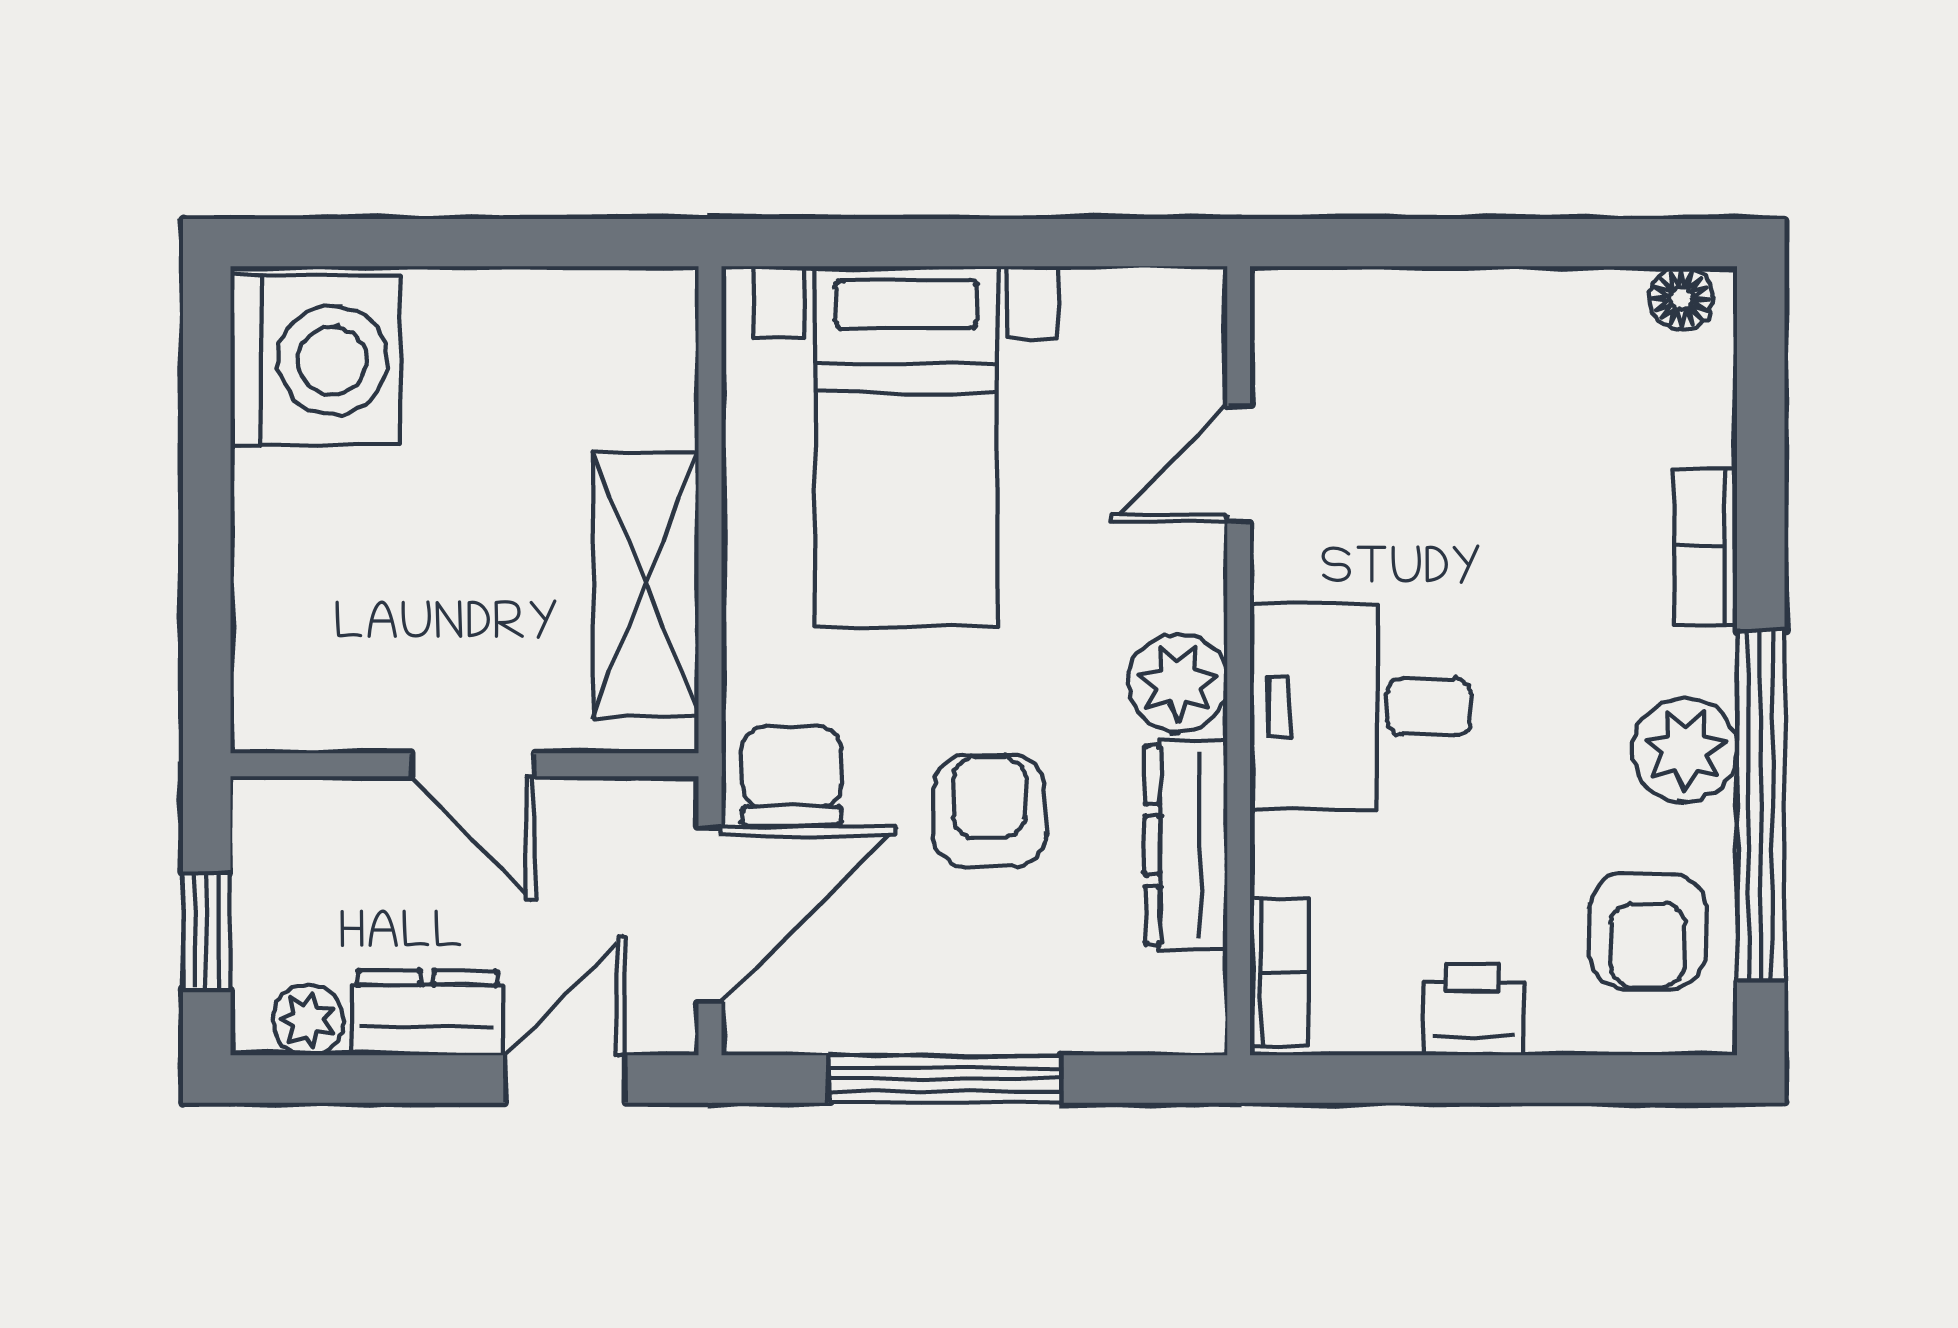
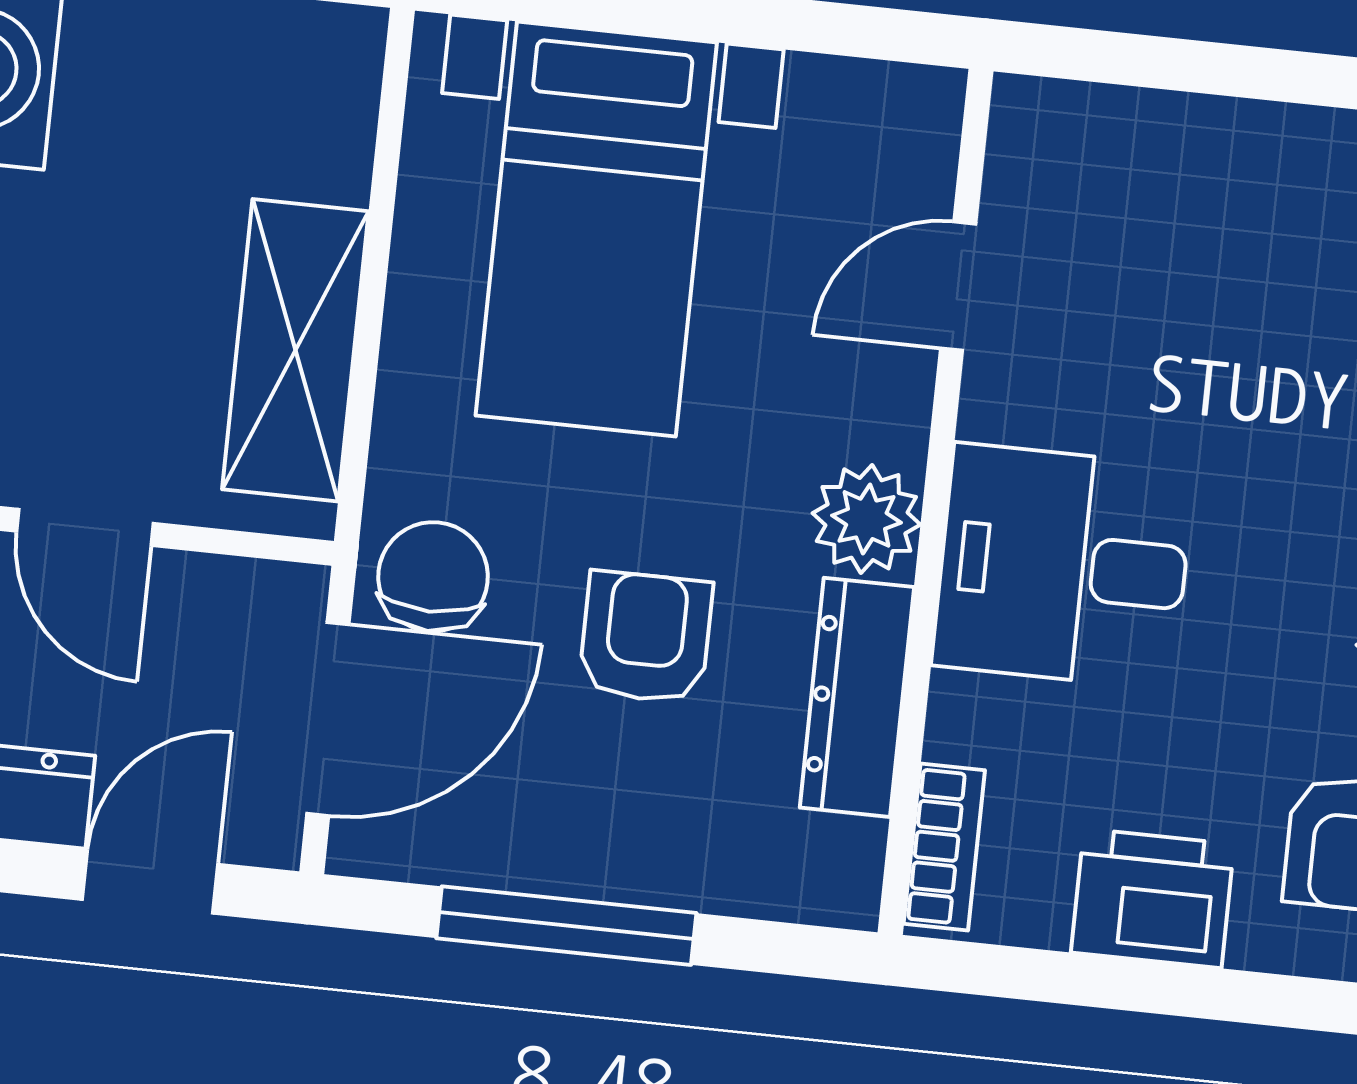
printer: (1473, 1010) -> (1153, 898), width x1.36, depth x1.24

